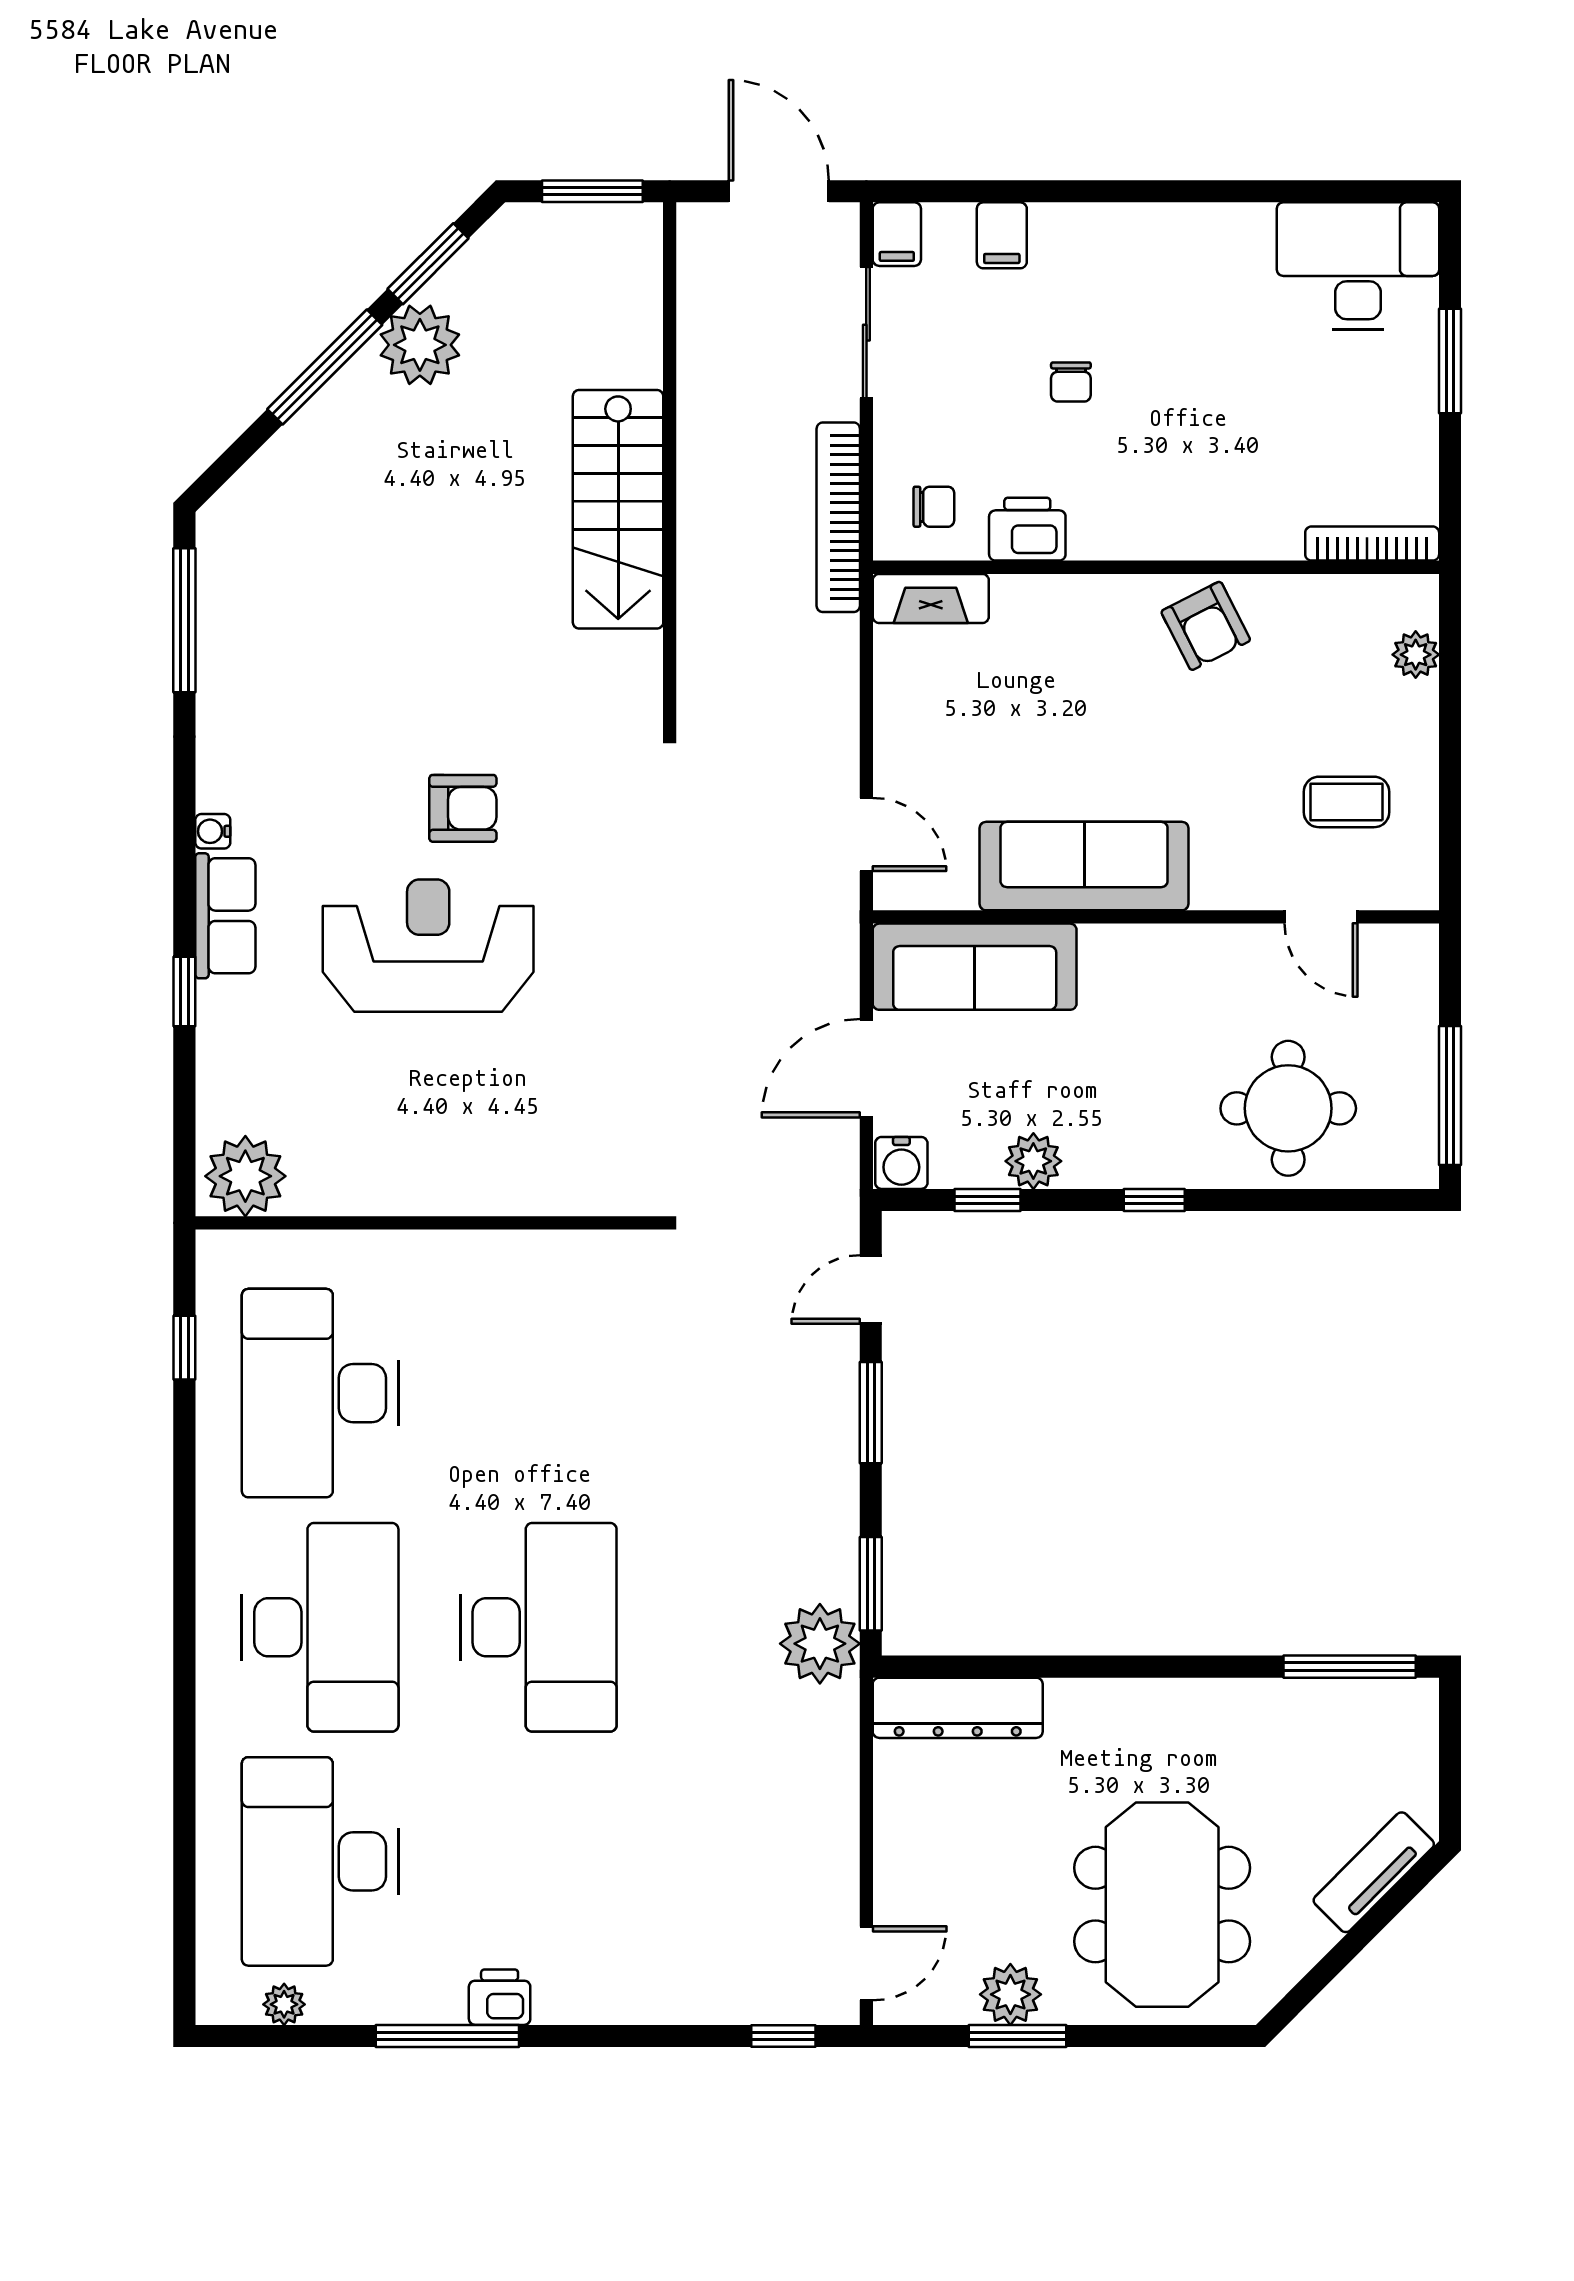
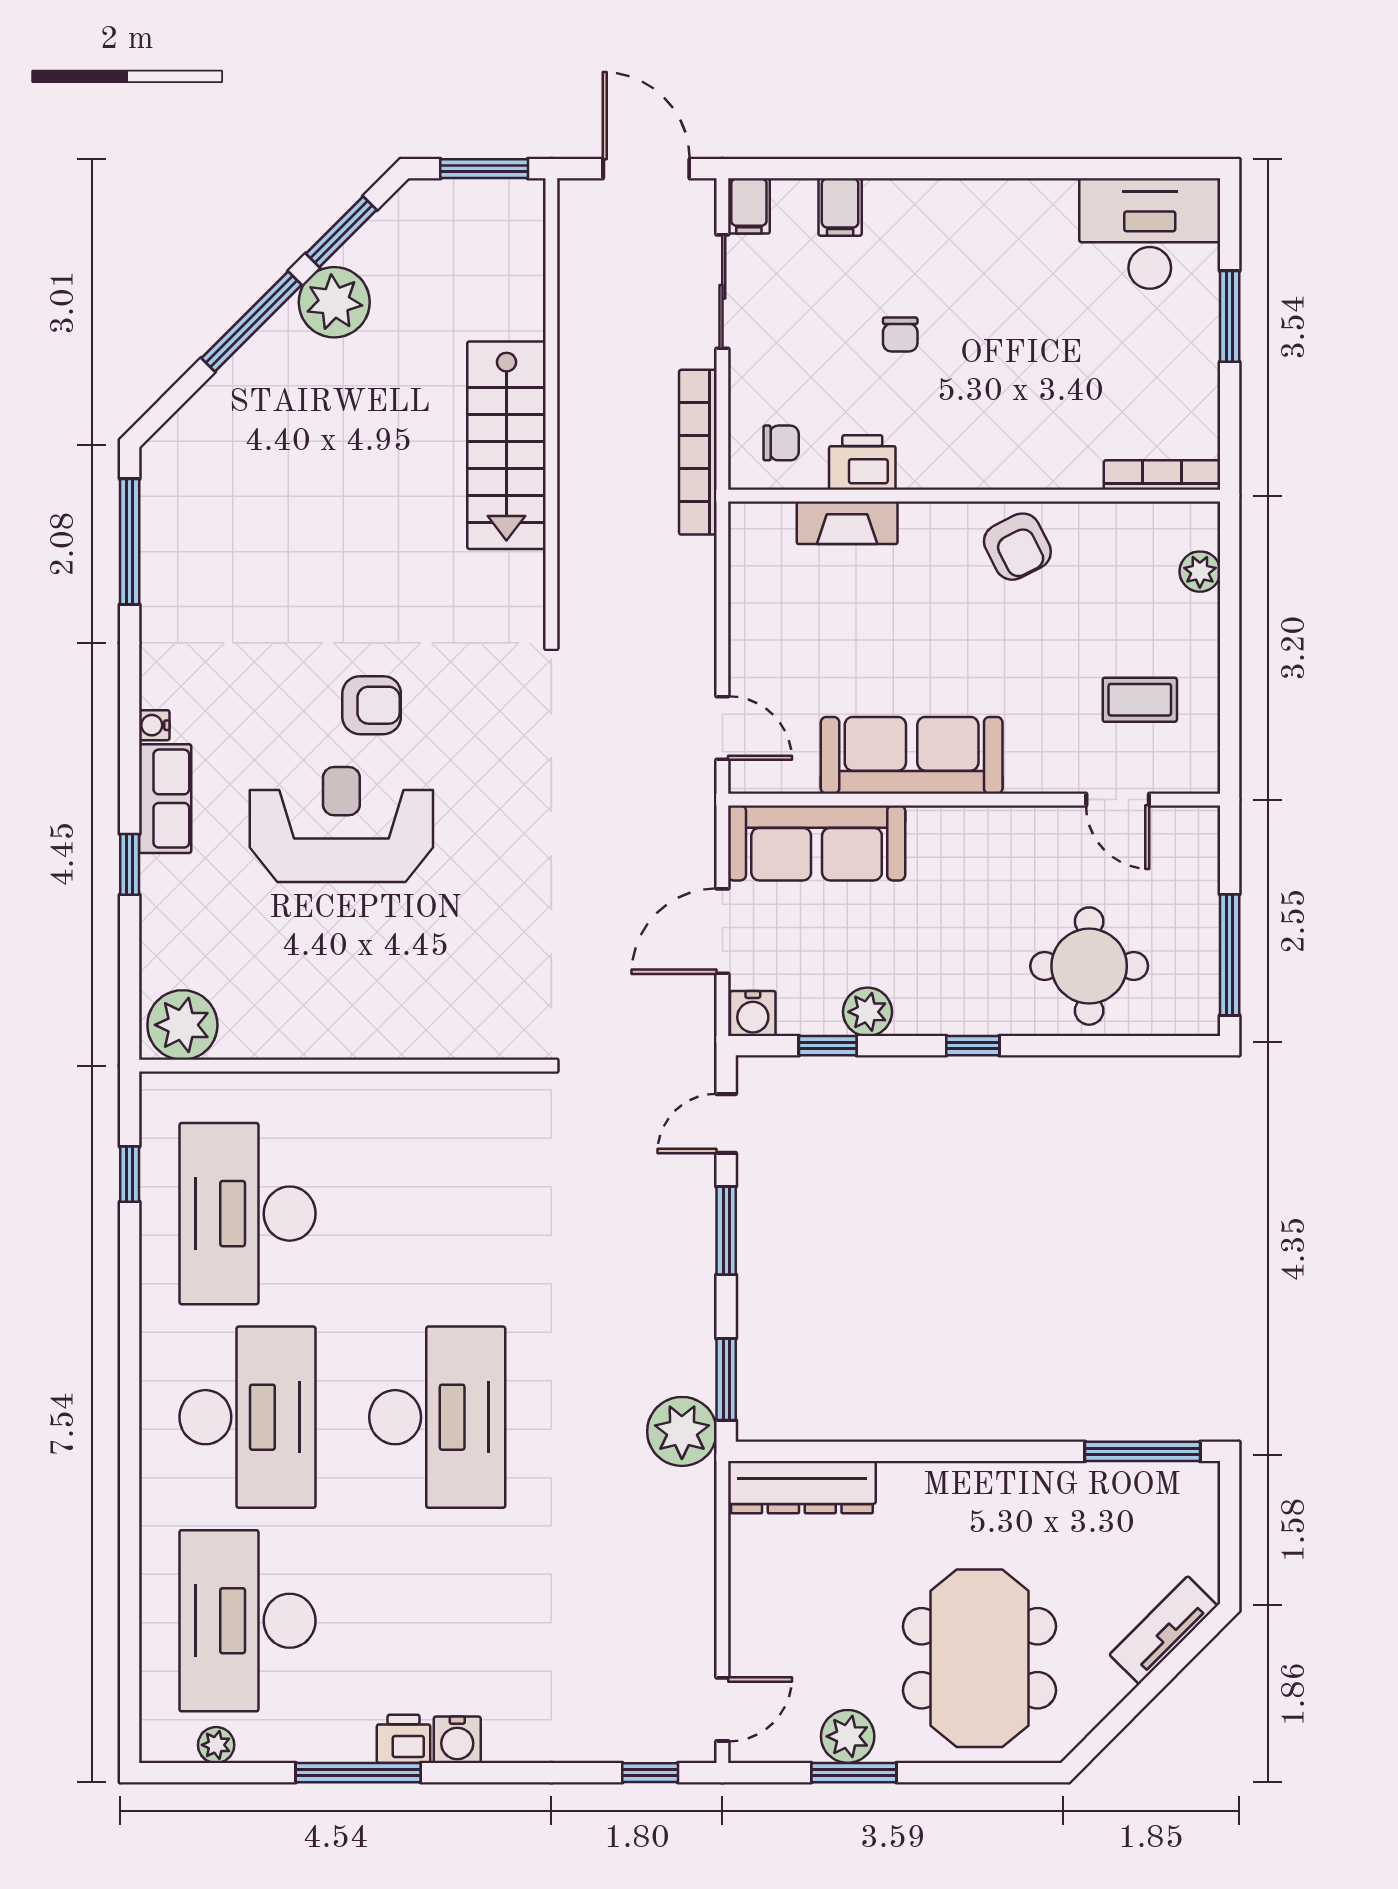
fireplace: (931, 598) -> (847, 523), moved
water cooler: (561, 1998) -> (457, 1740), added

